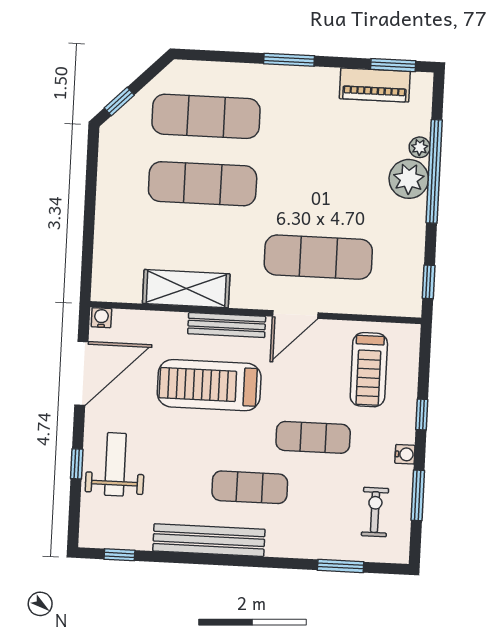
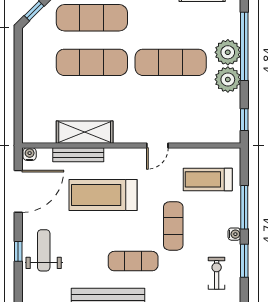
plant: (420, 147) -> (228, 79), moved, width x1.88, depth x1.88
exercise mat: (318, 257) -> (171, 62), moved
door: (295, 315) -> (157, 146), width x0.73
bench: (227, 325) -> (78, 155), moved
treadmill: (369, 370) -> (208, 179), turned 90
window: (422, 415) -> (244, 207), width x2.17
exercise mat: (313, 437) -> (173, 226), turned 90

